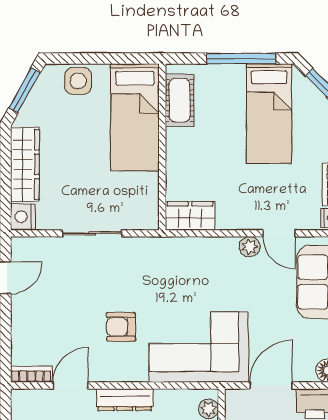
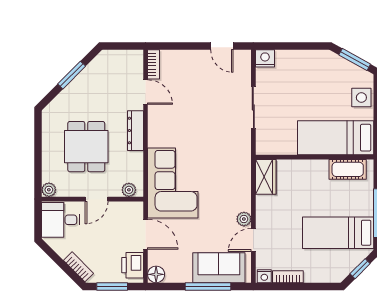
wardrobe: (25, 164) -> (302, 60), removed
armchair: (121, 327) -> (187, 128), removed

